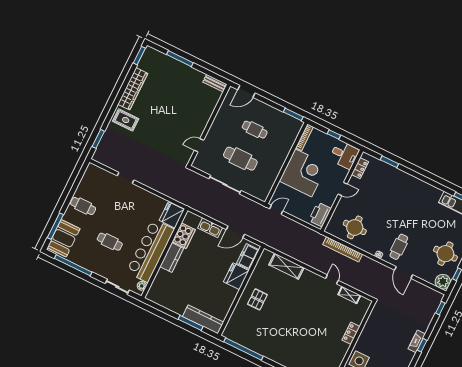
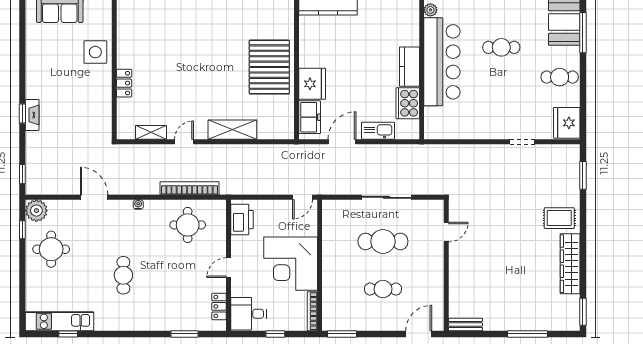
fridge: (172, 215) -> (567, 123), moved, turned 180
cafe table: (399, 247) -> (123, 275), moved
shelving: (286, 266) -> (232, 130), moved
door: (332, 279) -> (184, 142), swing flipped
pallet: (257, 299) -> (269, 67), width x2.05, depth x2.00

